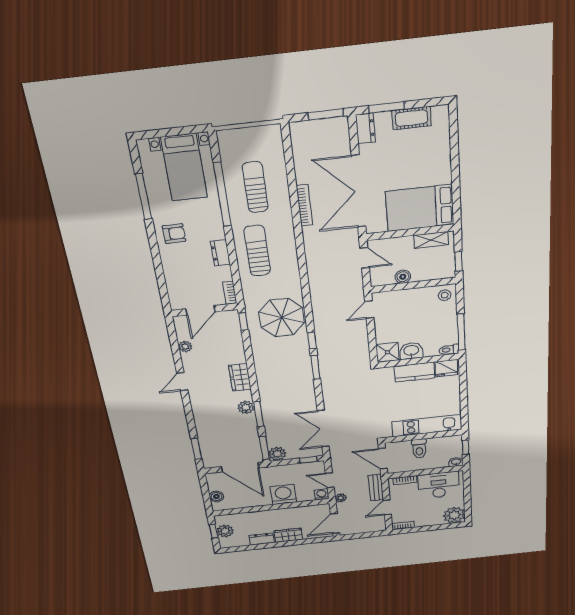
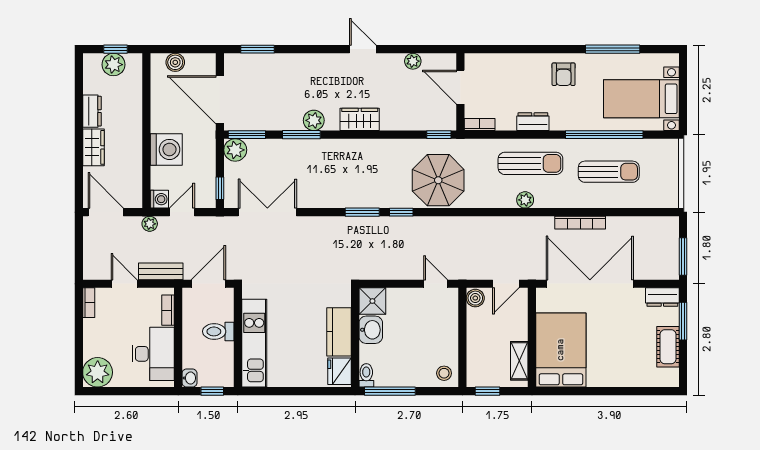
plant: (290, 251) -> (525, 200), added
boiler: (403, 277) -> (475, 298), moved
door: (240, 467) -> (220, 100), hinge flipped

